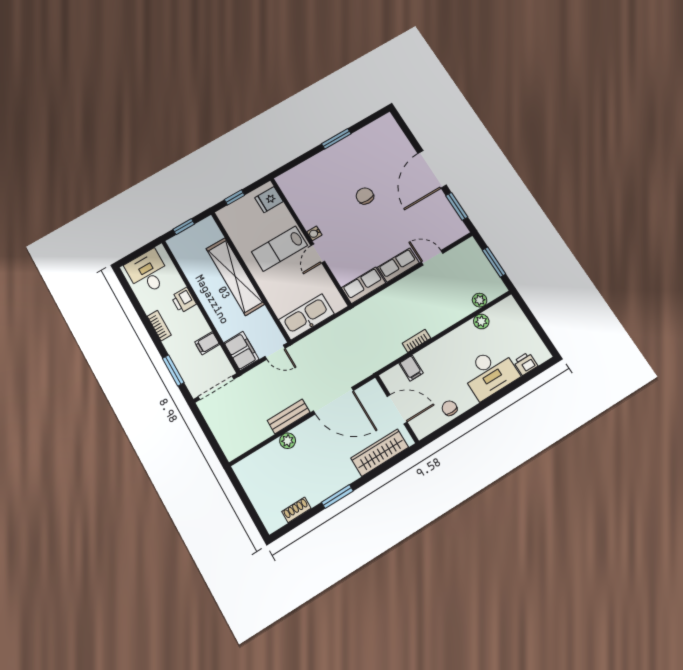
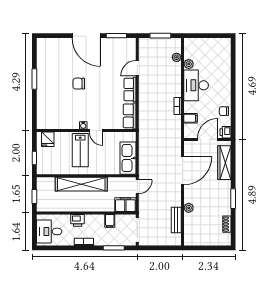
printer: (526, 364) -> (226, 132), moved
desk: (490, 373) -> (196, 85), moved, turned 180
bench: (289, 416) -> (176, 220), moved

